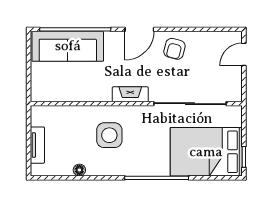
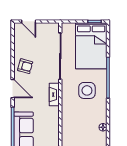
side table: (109, 135) -> (87, 90), moved

